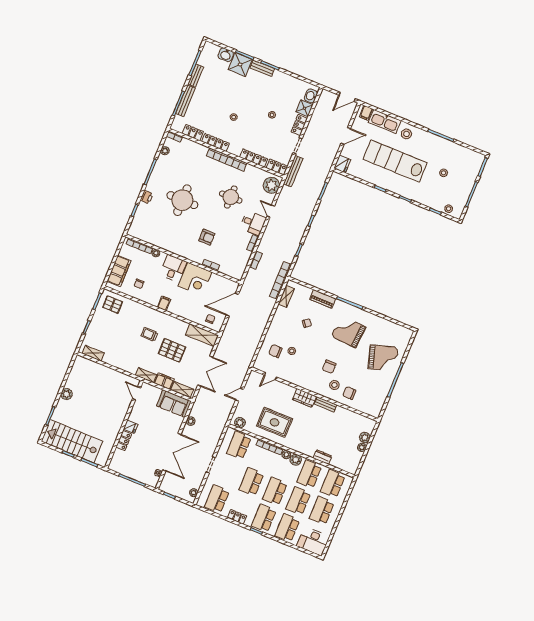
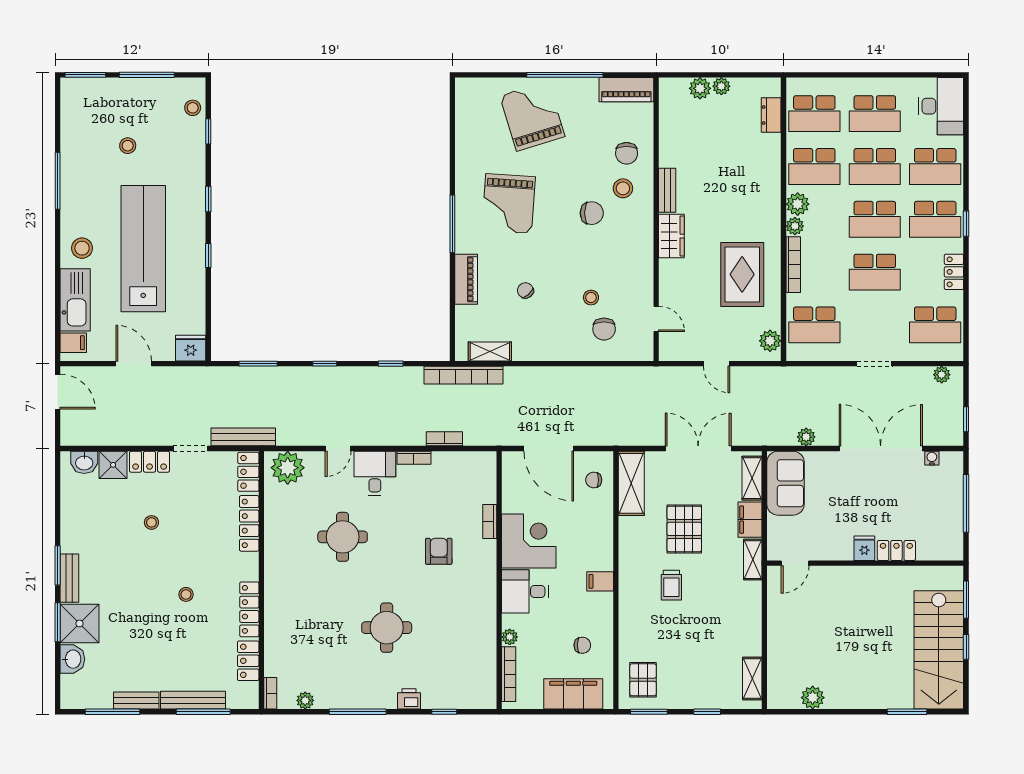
bookcase: (227, 160) -> (273, 574), removed
lab bench: (395, 161) -> (143, 249), turned 180
round table: (182, 200) -> (387, 628), width x0.73, depth x0.73
plant: (67, 394) -> (813, 698), moved
piano: (378, 405) -> (626, 90), added
dresser: (322, 457) -> (771, 115), moved

